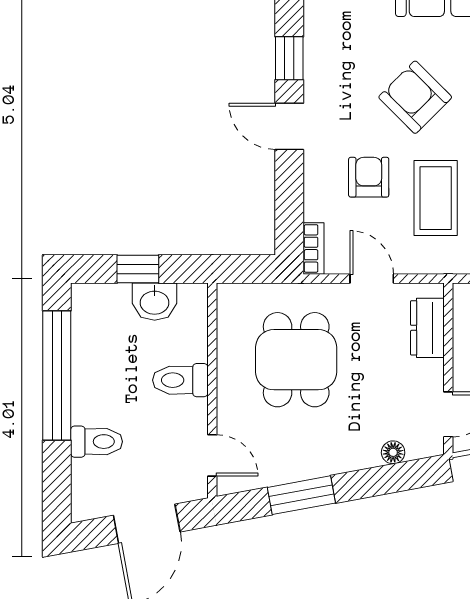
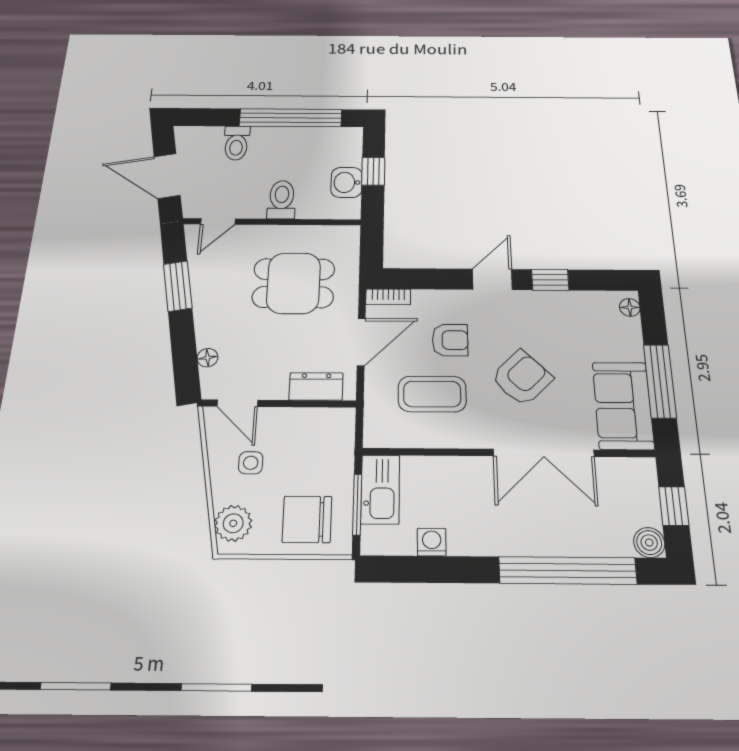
door: (372, 279) -> (361, 342), width x1.38

